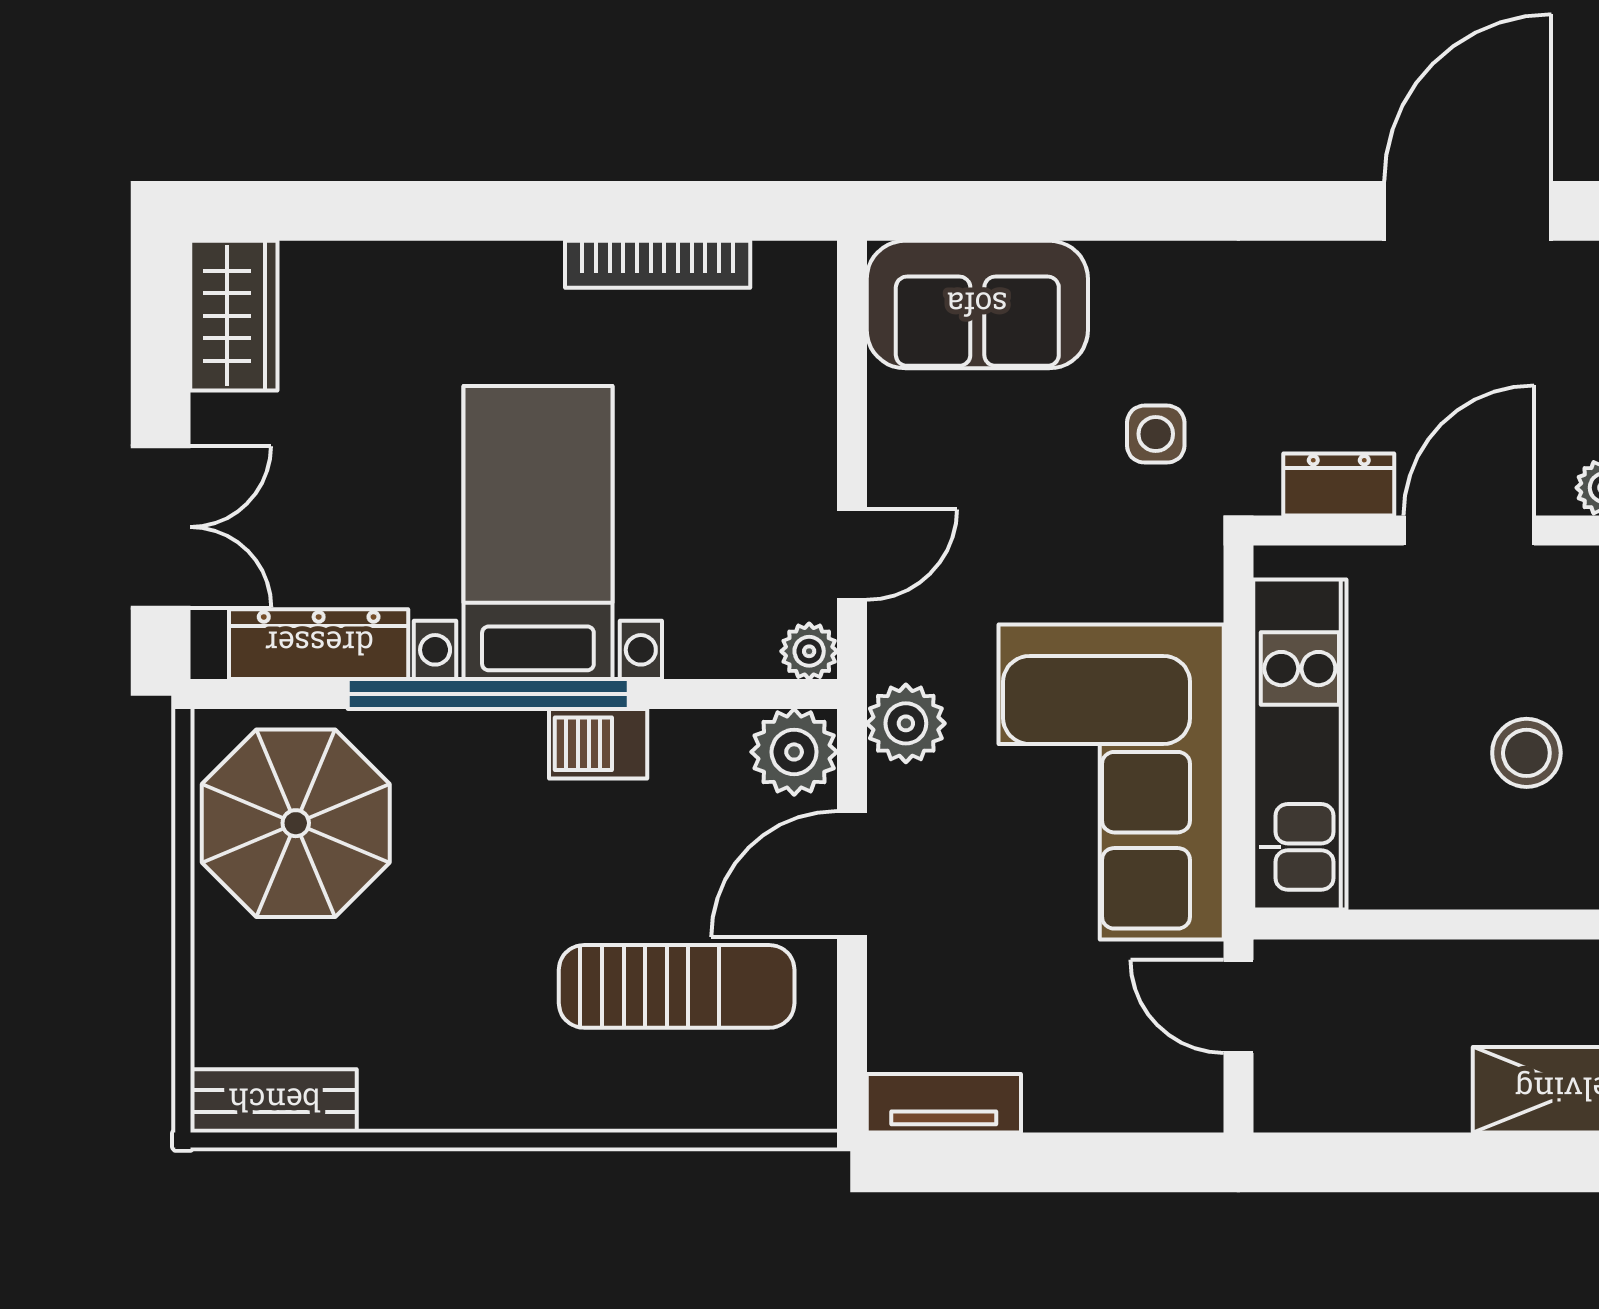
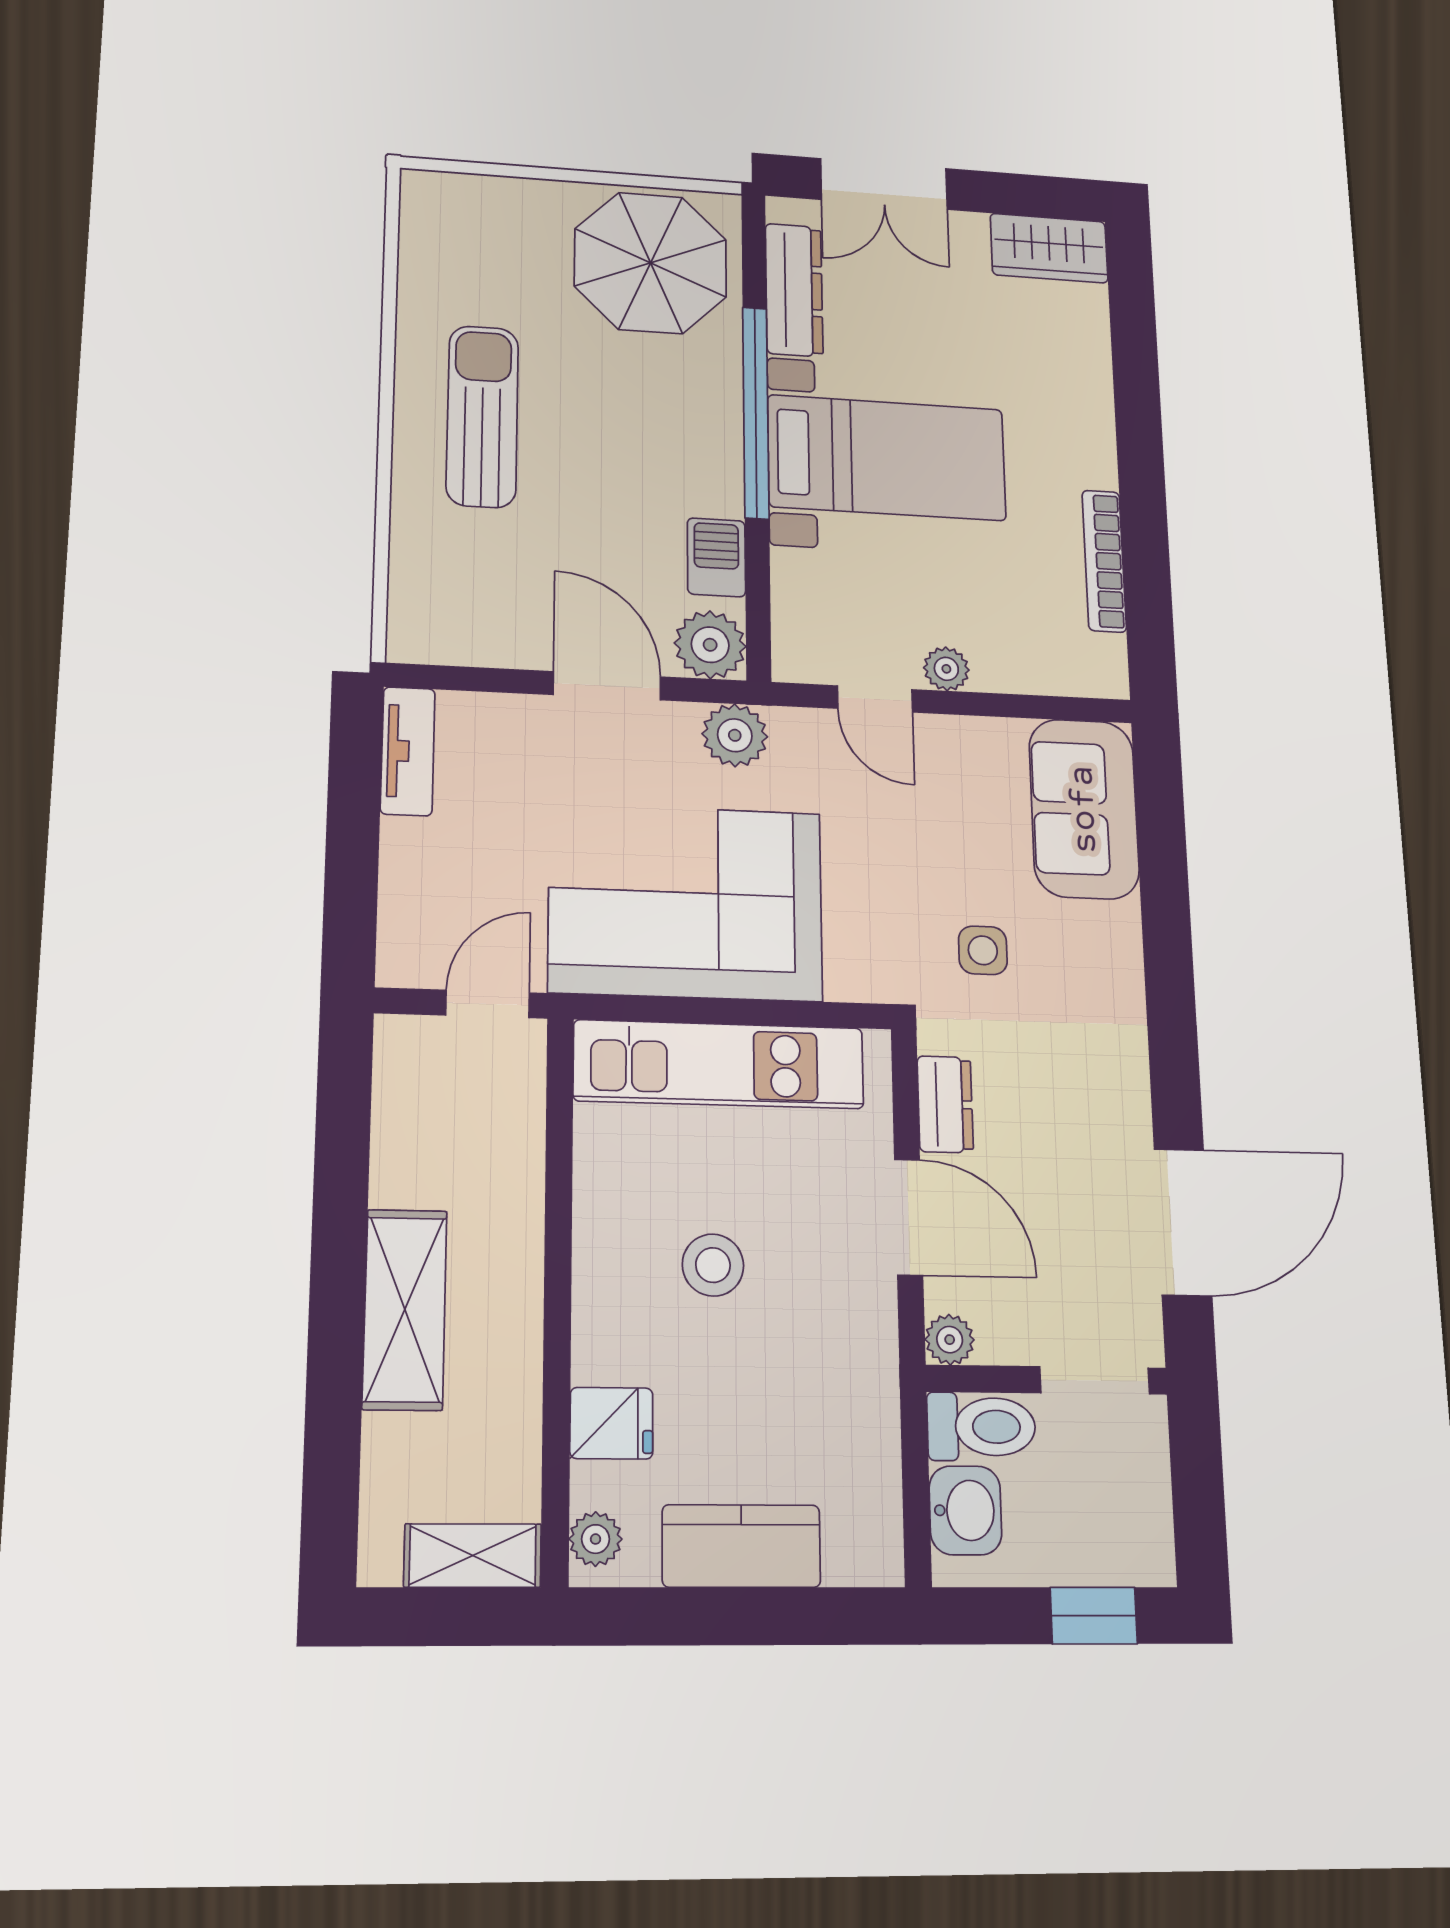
door: (1468, 211) -> (1183, 1222), hinge flipped
plant: (809, 651) -> (946, 669), moved
barbecue: (598, 744) -> (716, 557), moved
sun lounger: (677, 986) -> (482, 416), moved, turned 180
bench: (274, 1101) -> (424, 230), removed

